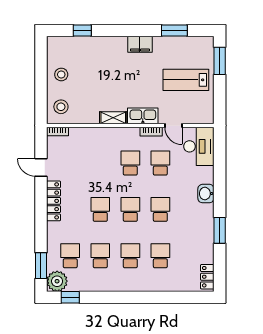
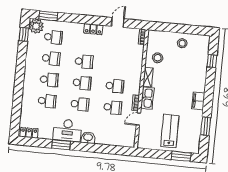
stool: (61, 107) -> (158, 58), moved
desk: (199, 146) -> (67, 130), moved
locker: (54, 201) -> (93, 29), width x0.66

